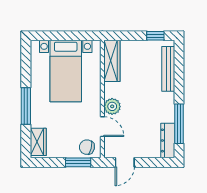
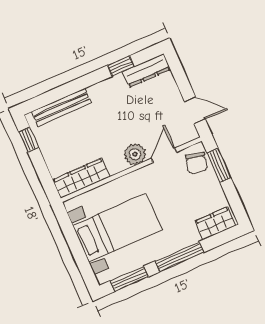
window: (26, 64) -> (129, 279), added
window: (179, 124) -> (121, 66), width x0.46

